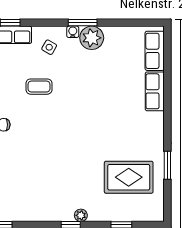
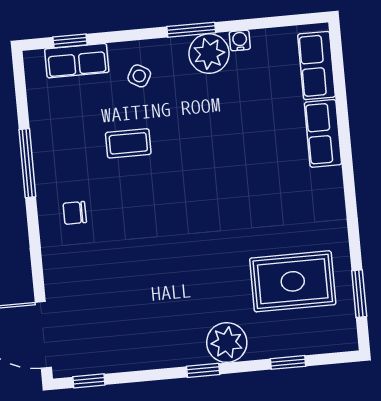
water cooler: (73, 32) -> (240, 40), moved
window: (167, 165) -> (359, 294), moved
plant: (81, 215) -> (227, 343), width x1.88, depth x1.88

